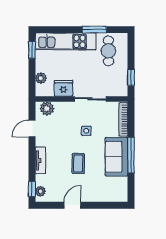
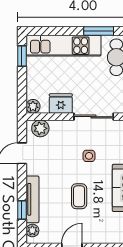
plant: (41, 78) -> (33, 106), moved
tv unit: (40, 160) -> (32, 199), width x1.41
window: (32, 189) -> (22, 210), moved

